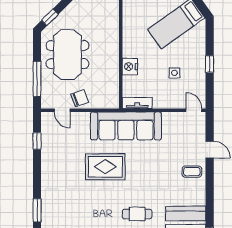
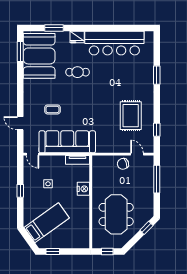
meeting table: (67, 55) -> (116, 214), moved
sofa: (126, 126) -> (67, 142), moved
rug: (105, 167) -> (131, 116), moved, turned 90
coffee table: (192, 172) -> (53, 109), moved

